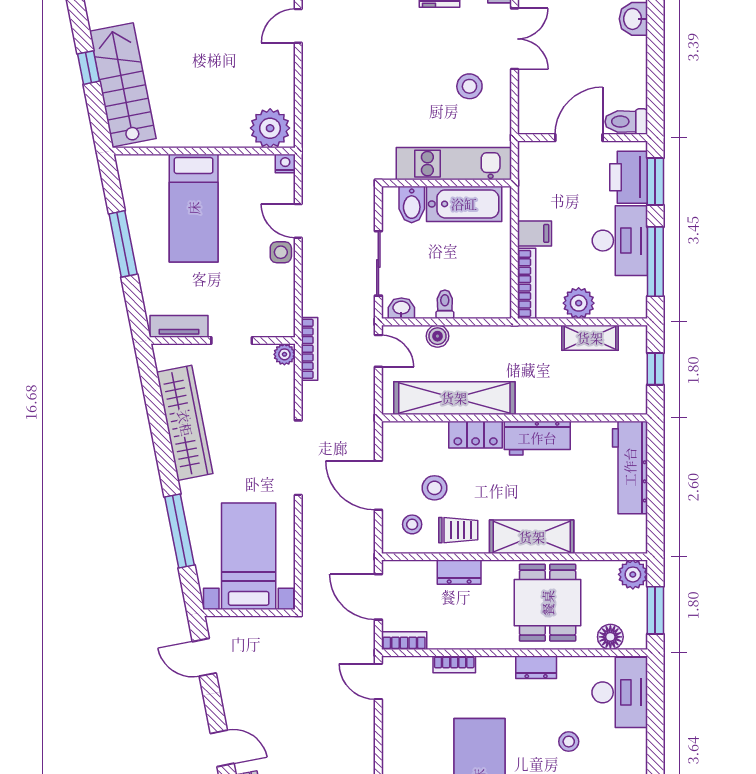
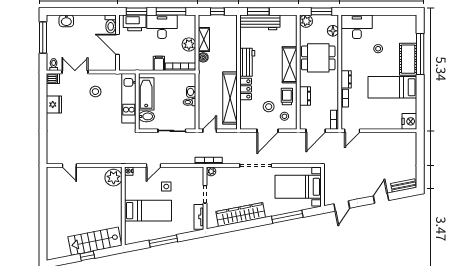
side table: (281, 252) -> (166, 187), moved
washbasin: (401, 308) -> (191, 92), moved
boiler: (437, 336) -> (203, 57), moved
window: (655, 464) -> (258, 11), added
dresser: (536, 667) -> (346, 79), moved

